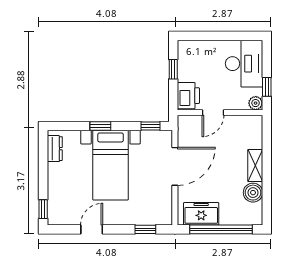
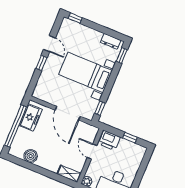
window: (100, 126) -> (122, 55), moved
shelving: (255, 165) -> (69, 174), moved
window: (145, 229) -> (41, 63), moved

